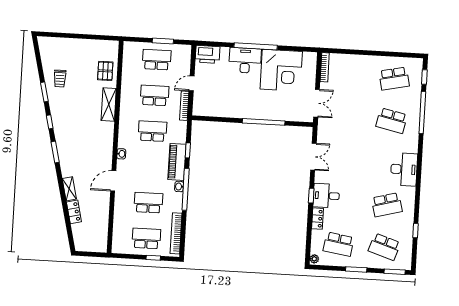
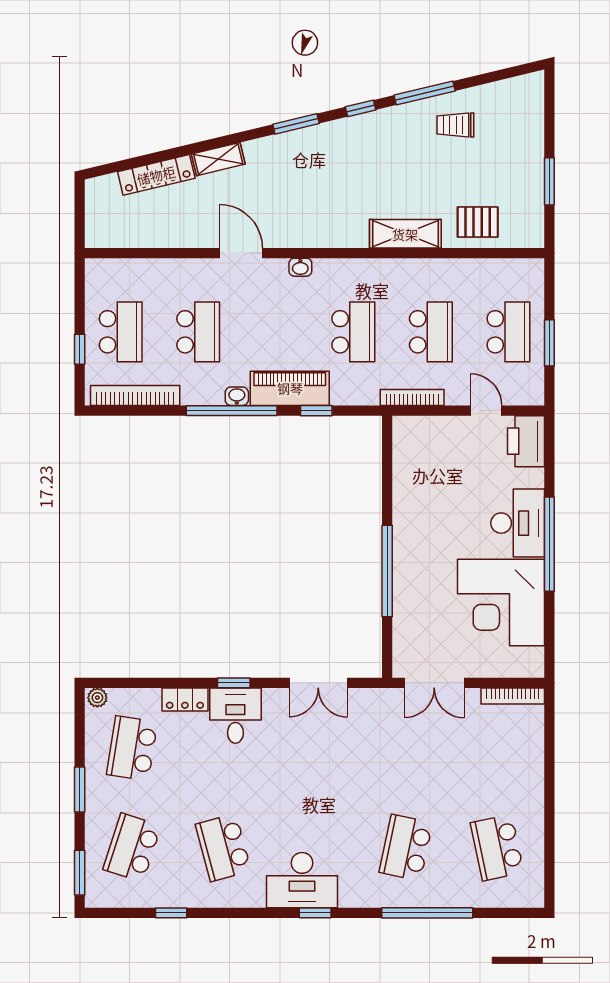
window: (88, 37) -> (549, 181), added
window: (424, 77) -> (315, 913), moved
door: (192, 83) -> (486, 411), moved
window: (44, 92) -> (425, 93), width x1.44
locker: (74, 212) -> (156, 175), width x1.53

